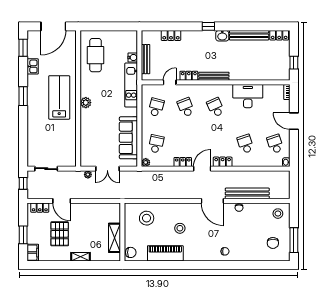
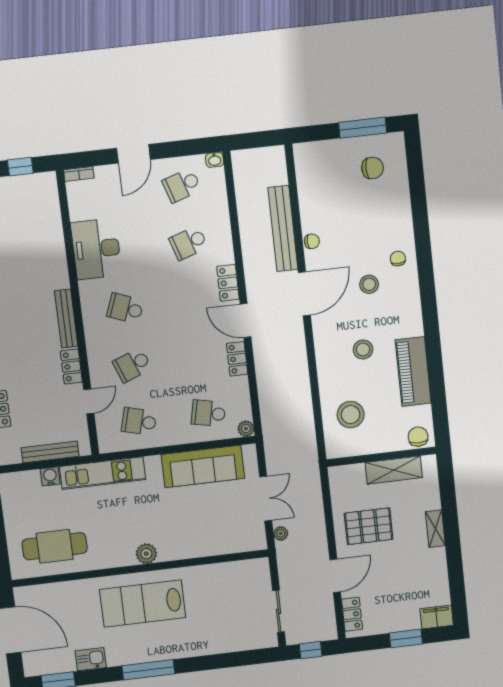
door: (170, 82) -> (89, 401), swing flipped
window: (23, 96) -> (148, 670), width x1.44
school desk: (216, 107) -> (125, 308), turned 45
stool: (278, 214) -> (369, 284), moved
pallet: (60, 234) -> (369, 526), moved

